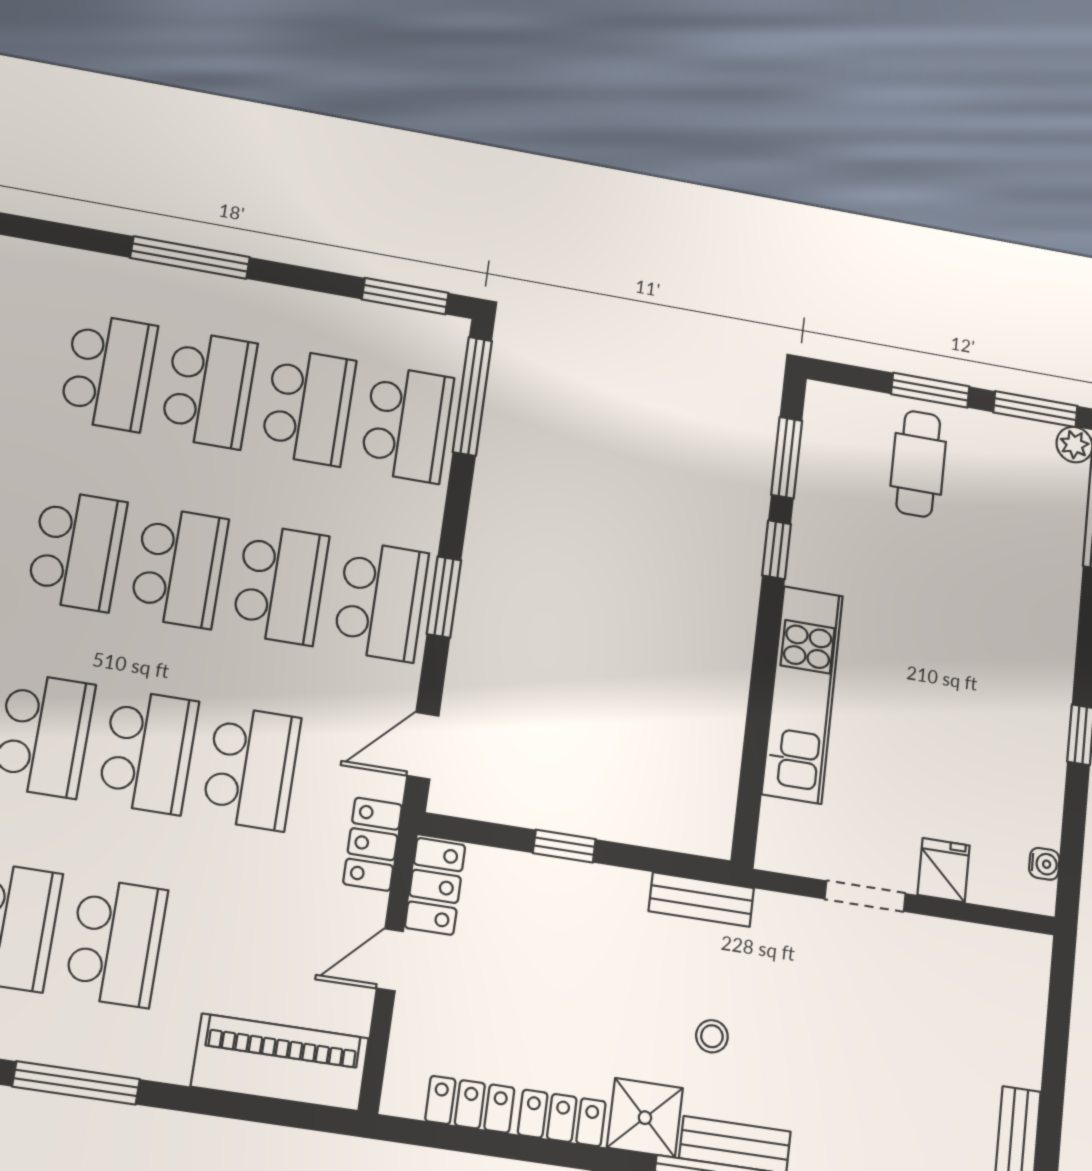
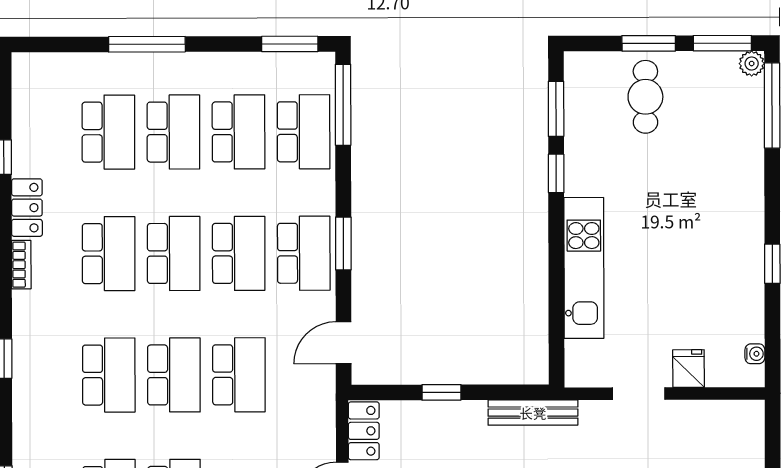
locker: (373, 844) -> (321, 411), removed
bench: (701, 900) -> (533, 413), width x1.36

